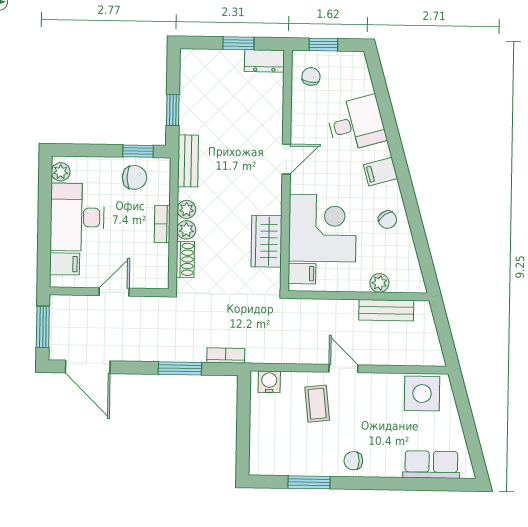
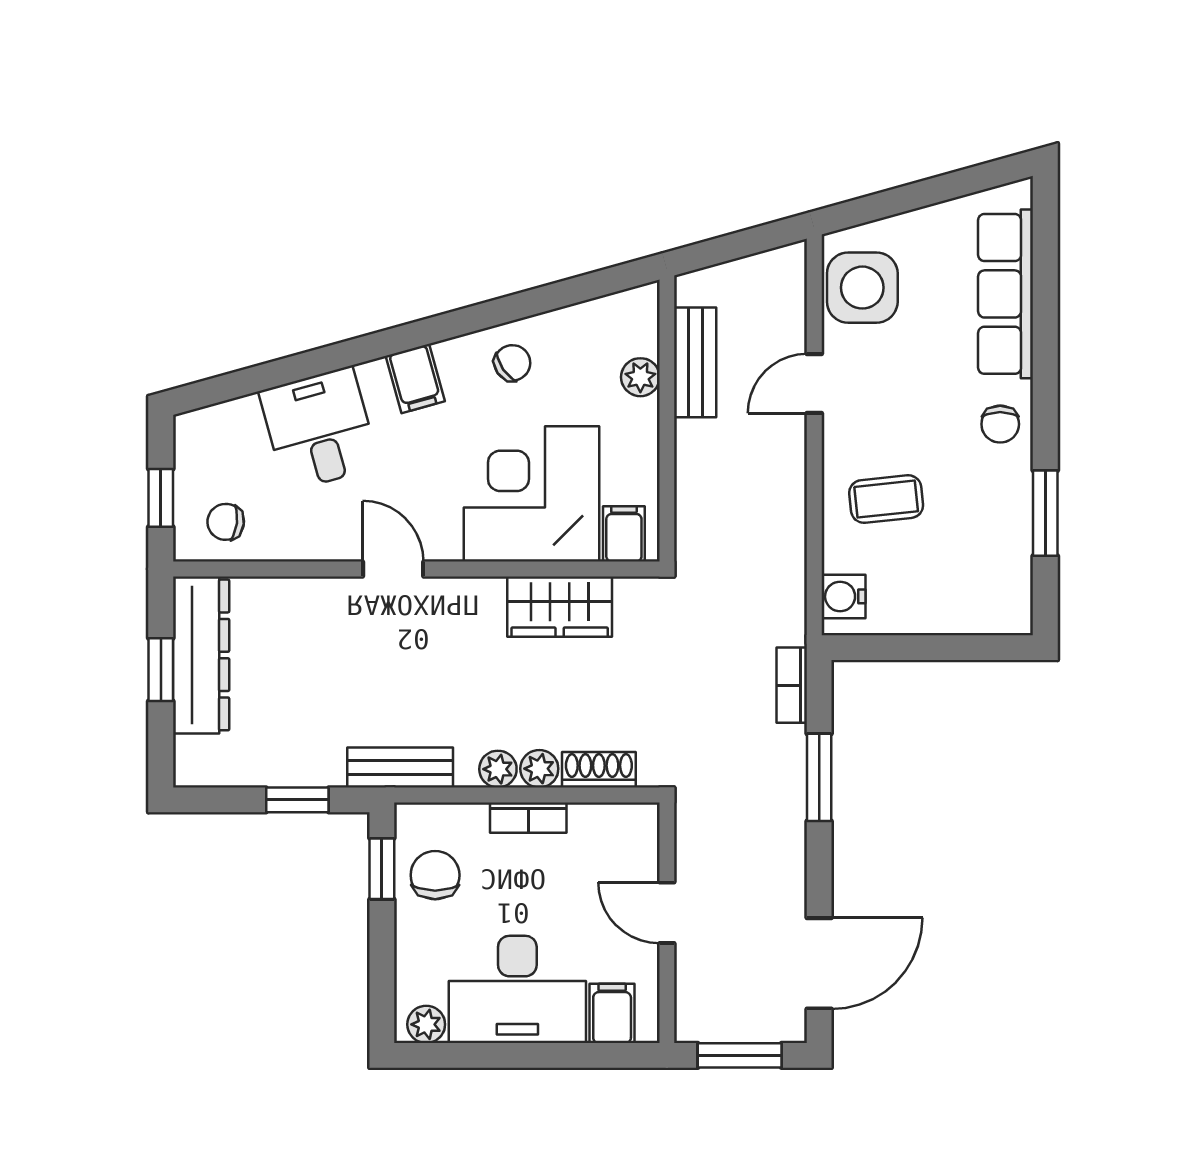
dresser: (264, 61) -> (201, 655), width x1.96, depth x1.24
door: (343, 368) -> (814, 384), moved
row of seats: (431, 465) -> (1006, 294), width x1.48

